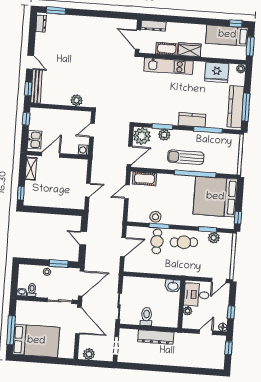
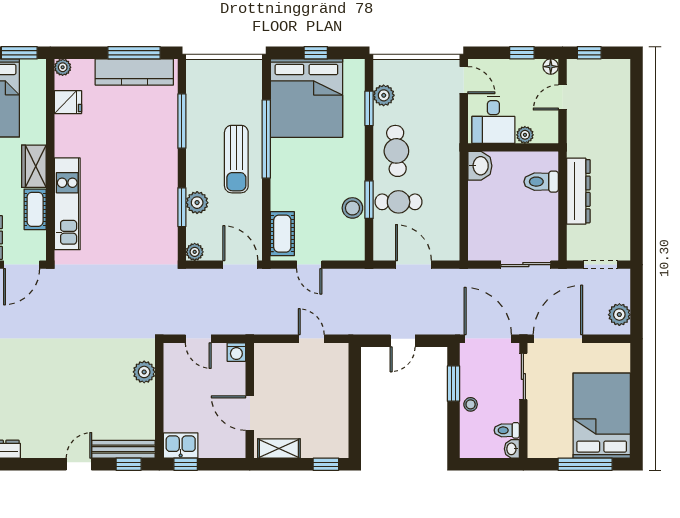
fridge: (217, 72) -> (68, 102), width x0.53, depth x0.75
kitchen counter: (192, 120) -> (165, 152), removed
plant: (142, 136) -> (195, 252), width x0.53, depth x0.53
kitchen sink: (35, 140) -> (181, 445), moved
window: (238, 218) -> (316, 53), moved
toilet: (146, 317) -> (541, 182), moved
door: (206, 332) -> (562, 97), hinge flipped

